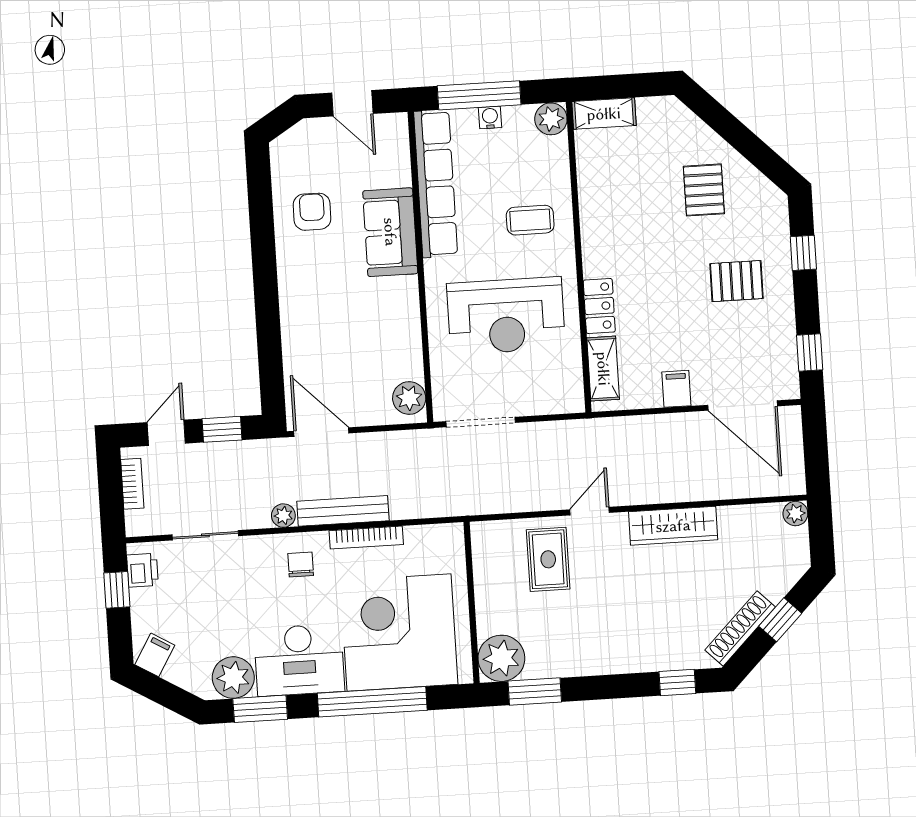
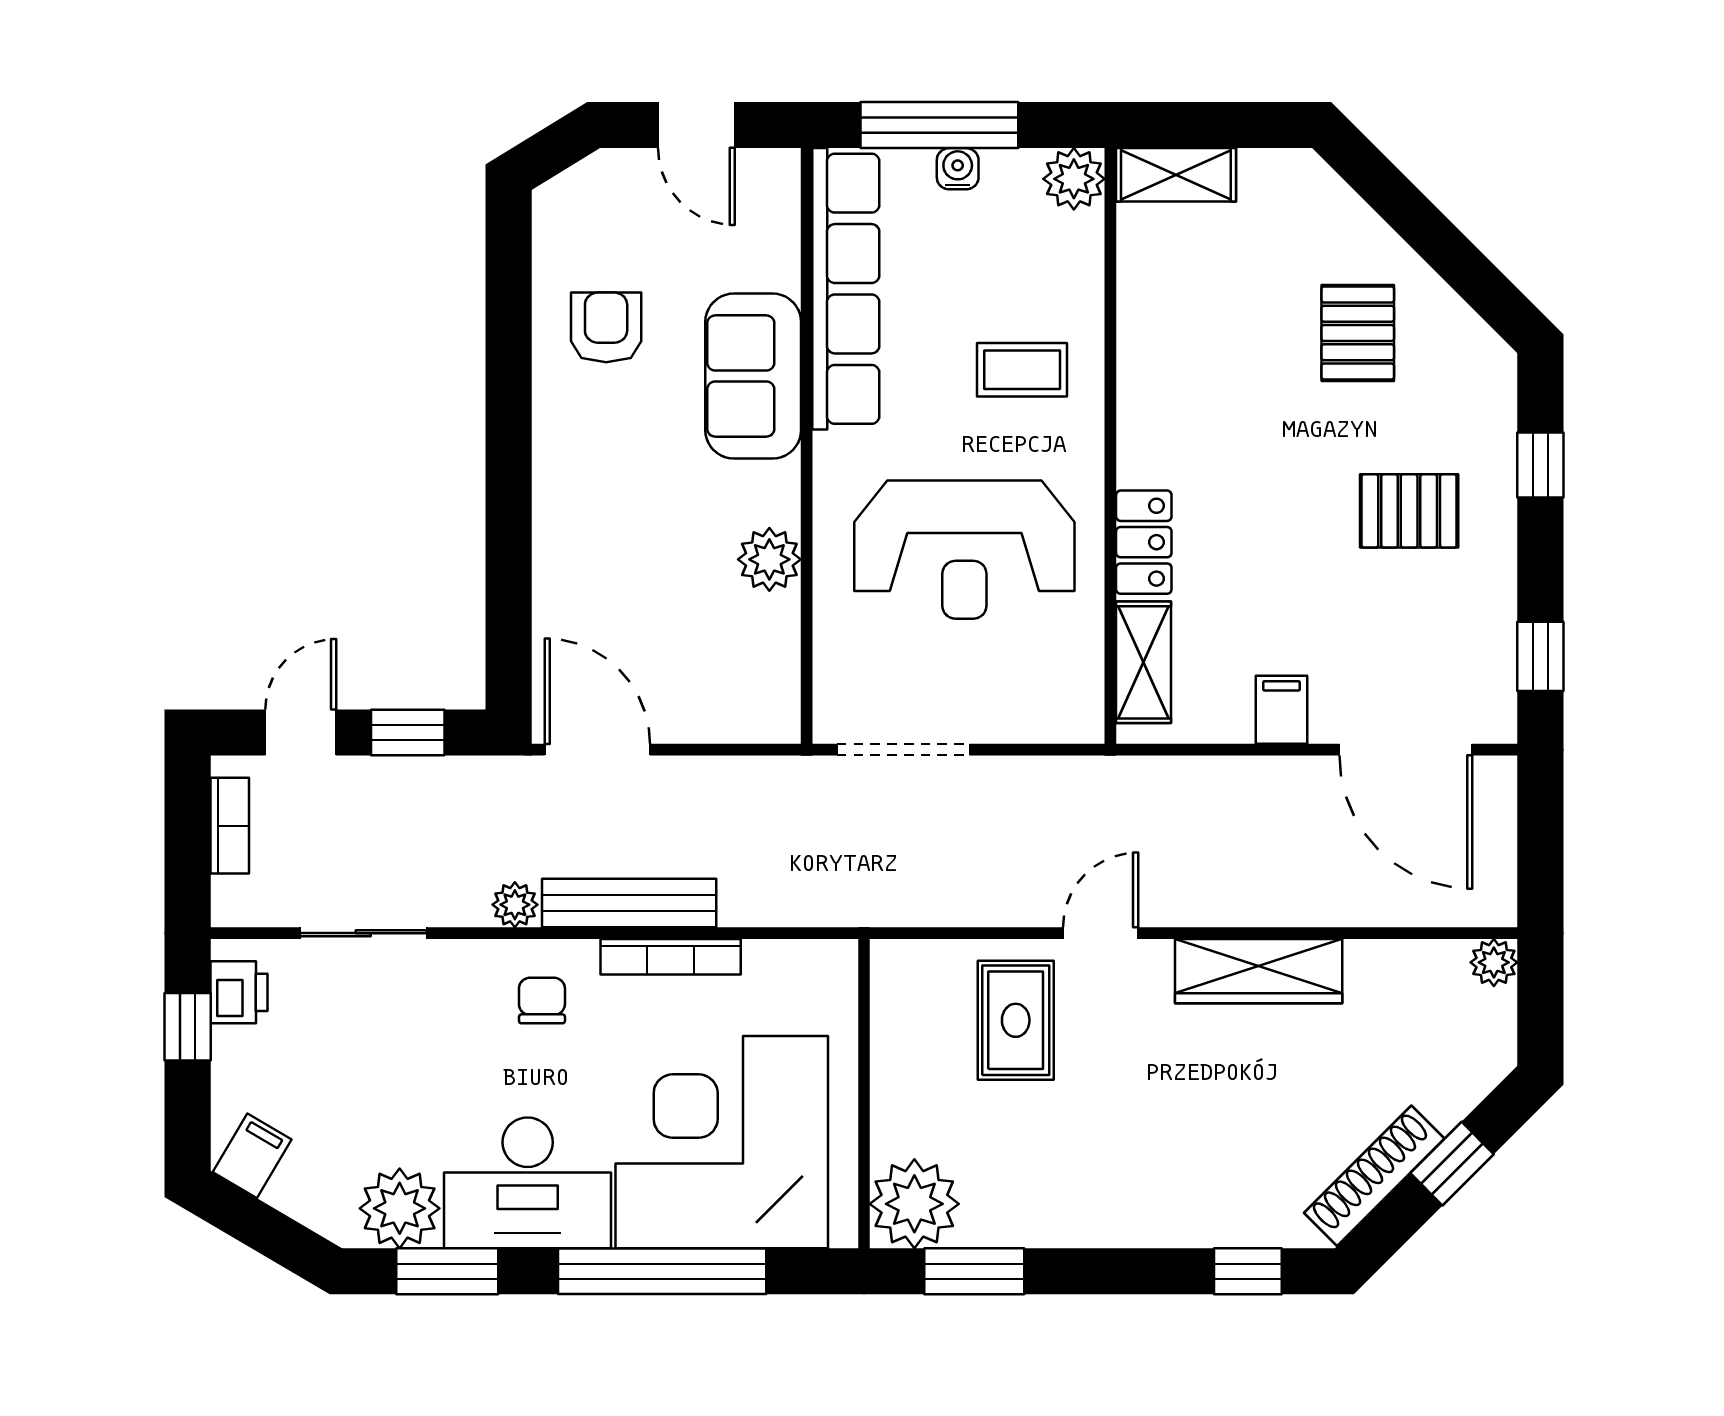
plant: (409, 398) -> (769, 559), moved

